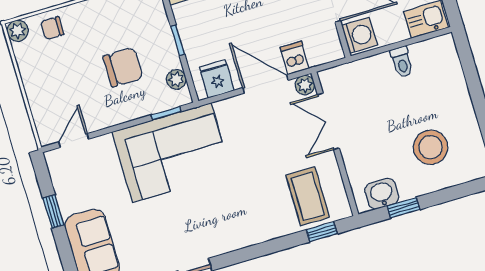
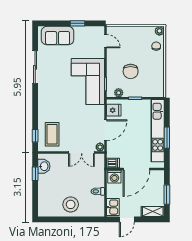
dishwasher: (295, 58) -> (113, 163), moved
double door: (328, 121) -> (82, 152), swing flipped
stool: (431, 147) -> (71, 204), moved
coffee table: (308, 196) -> (52, 134), turned 90

